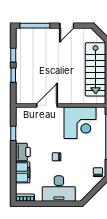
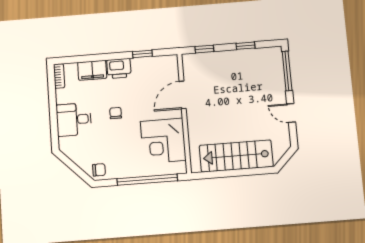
window: (13, 75) -> (204, 49), moved
door: (47, 105) -> (183, 95), swing flipped
desk: (59, 189) -> (74, 120), width x0.73

